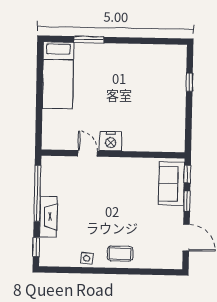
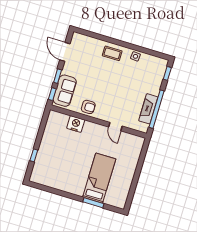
bed: (58, 75) -> (99, 178), moved
nightstand: (111, 141) -> (76, 124), moved
armchair: (133, 170) -> (88, 107), added
fireplace: (48, 217) -> (148, 109), moved

